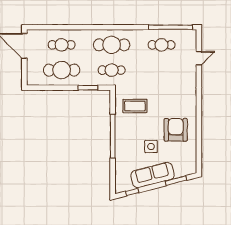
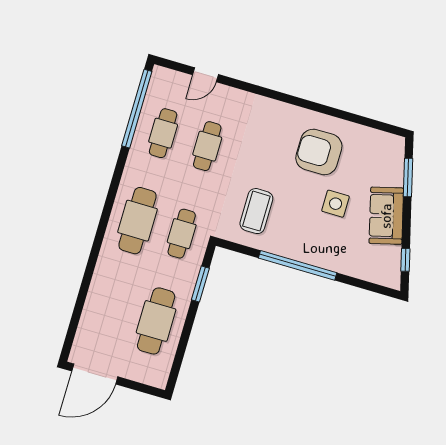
cafe table: (62, 45) -> (207, 146), moved
door: (199, 58) -> (205, 75), swing flipped
sofa: (153, 175) -> (386, 216), width x0.73

